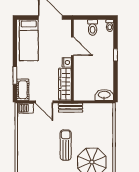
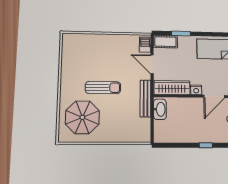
washbasin: (104, 95) -> (160, 109), moved
door: (44, 102) -> (152, 64), hinge flipped
bench: (71, 108) -> (146, 98), width x1.36

